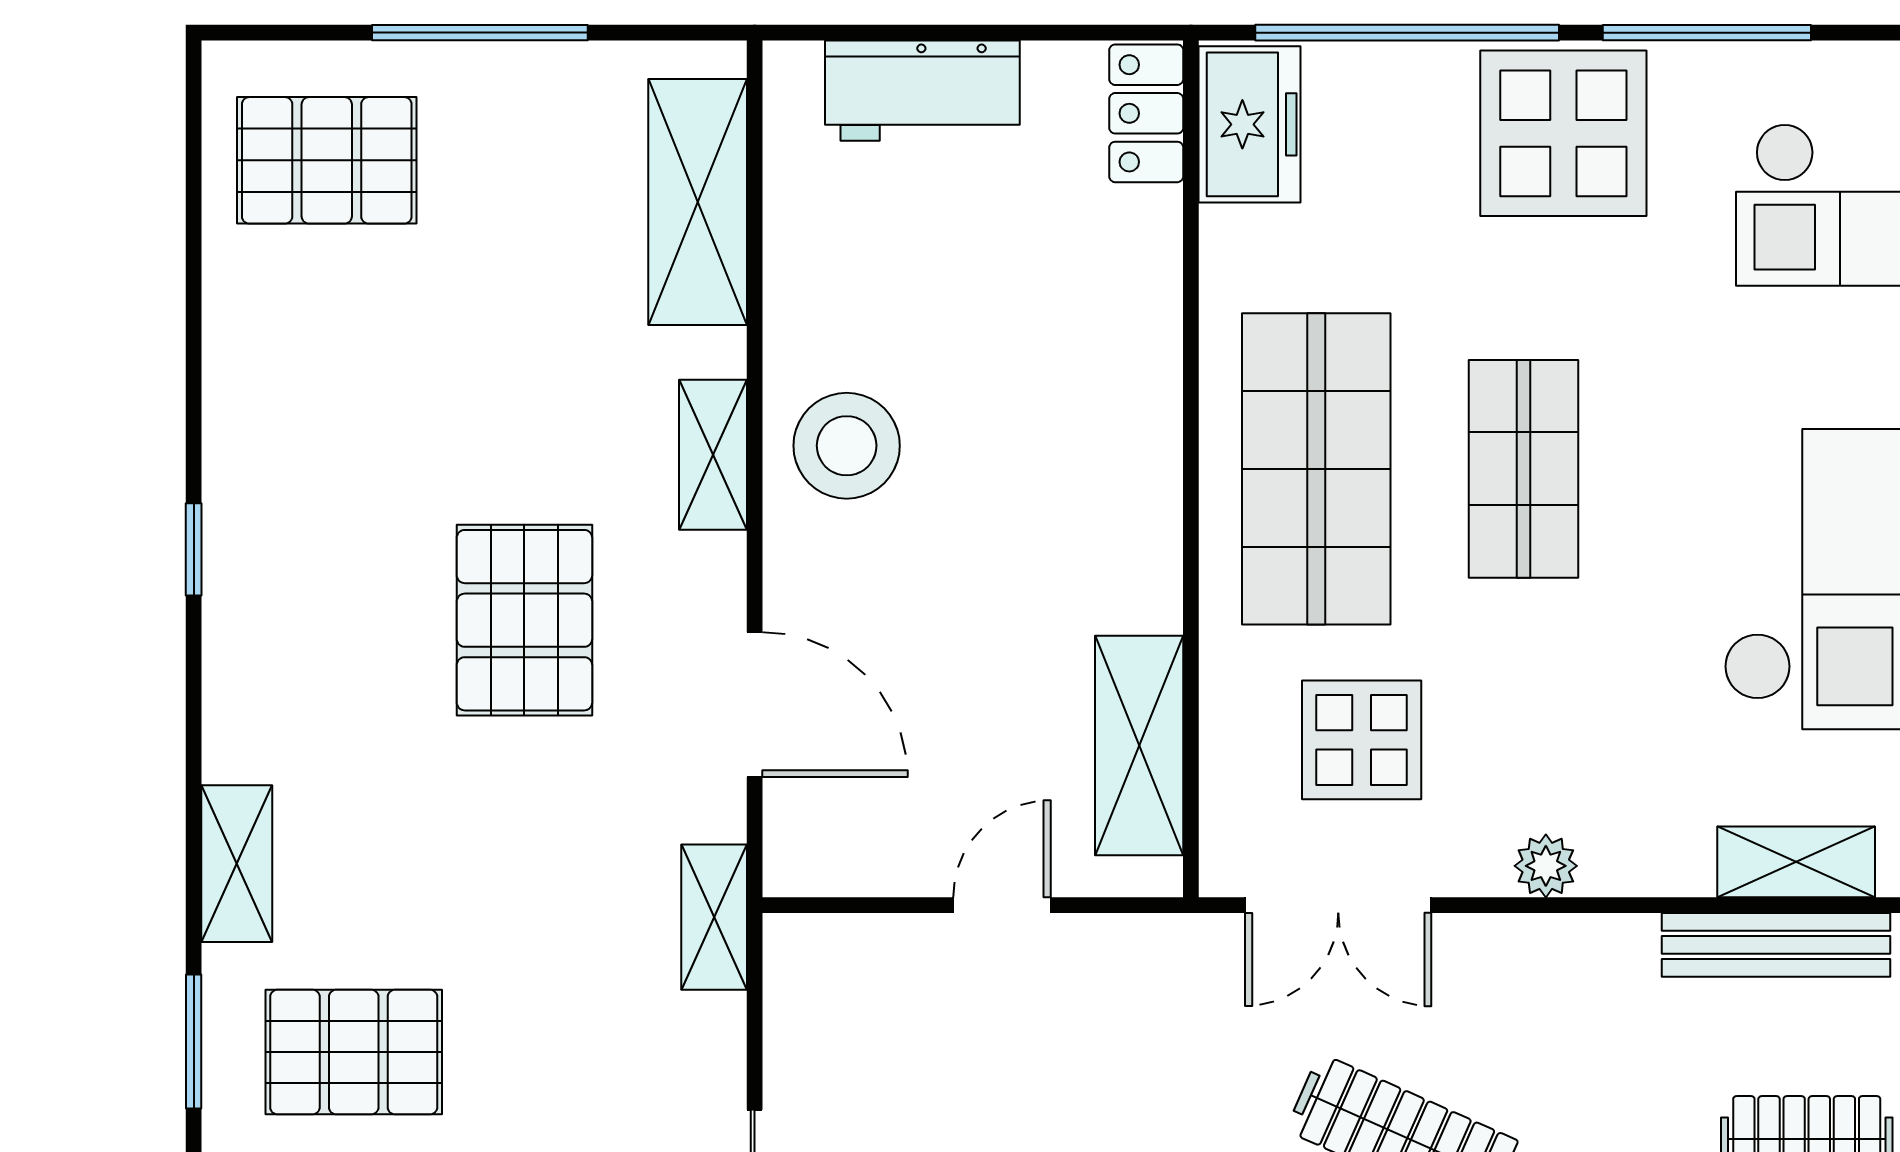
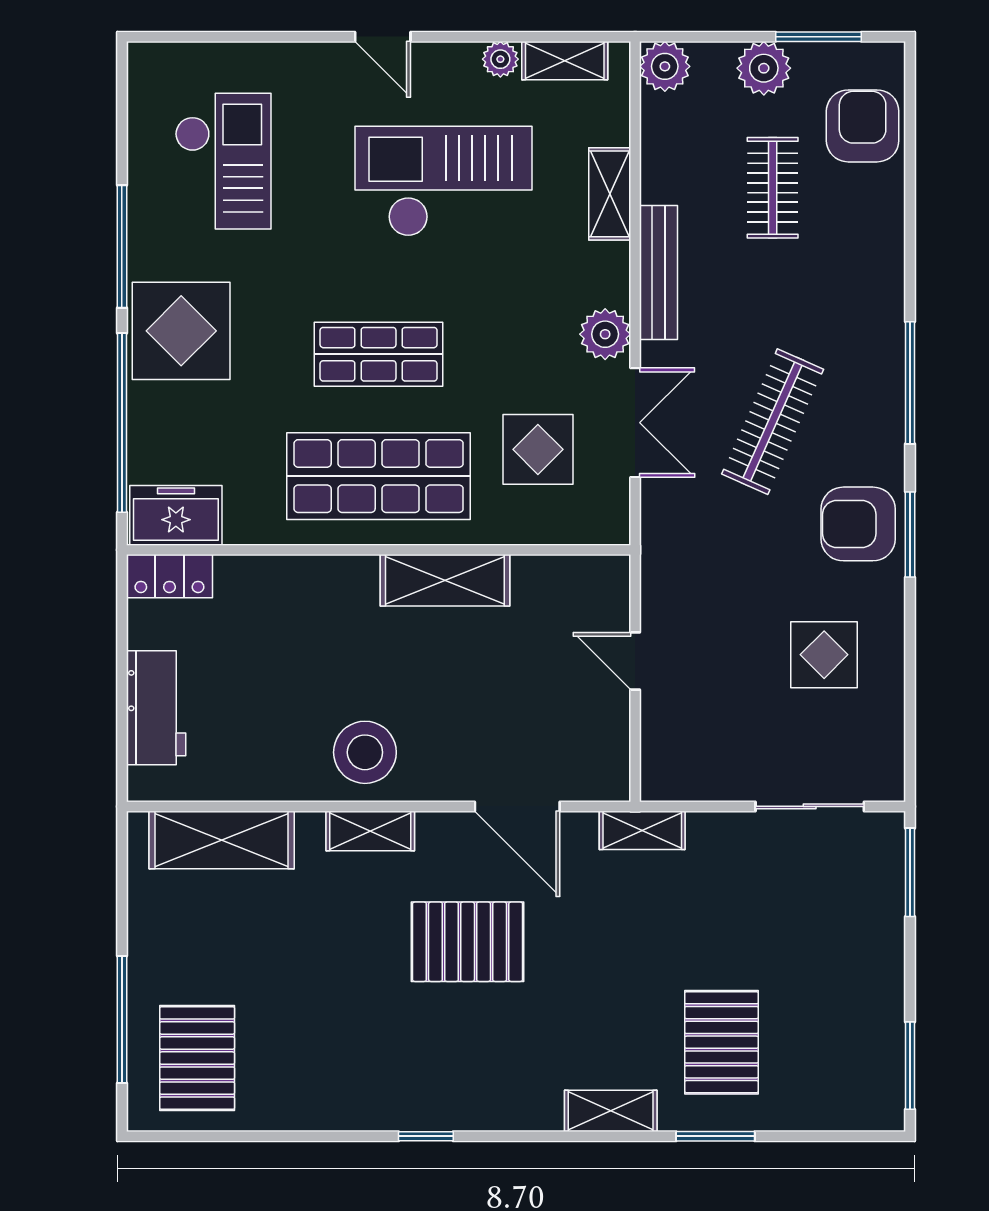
window: (480, 33) -> (122, 1020), moved
door: (755, 705) -> (517, 806), swing flipped
shelving: (1139, 746) -> (445, 580), moved
plant: (1546, 866) -> (605, 334), width x1.38, depth x1.38
double door: (1338, 905) -> (635, 423), moved
bench: (1776, 945) -> (659, 273), moved

